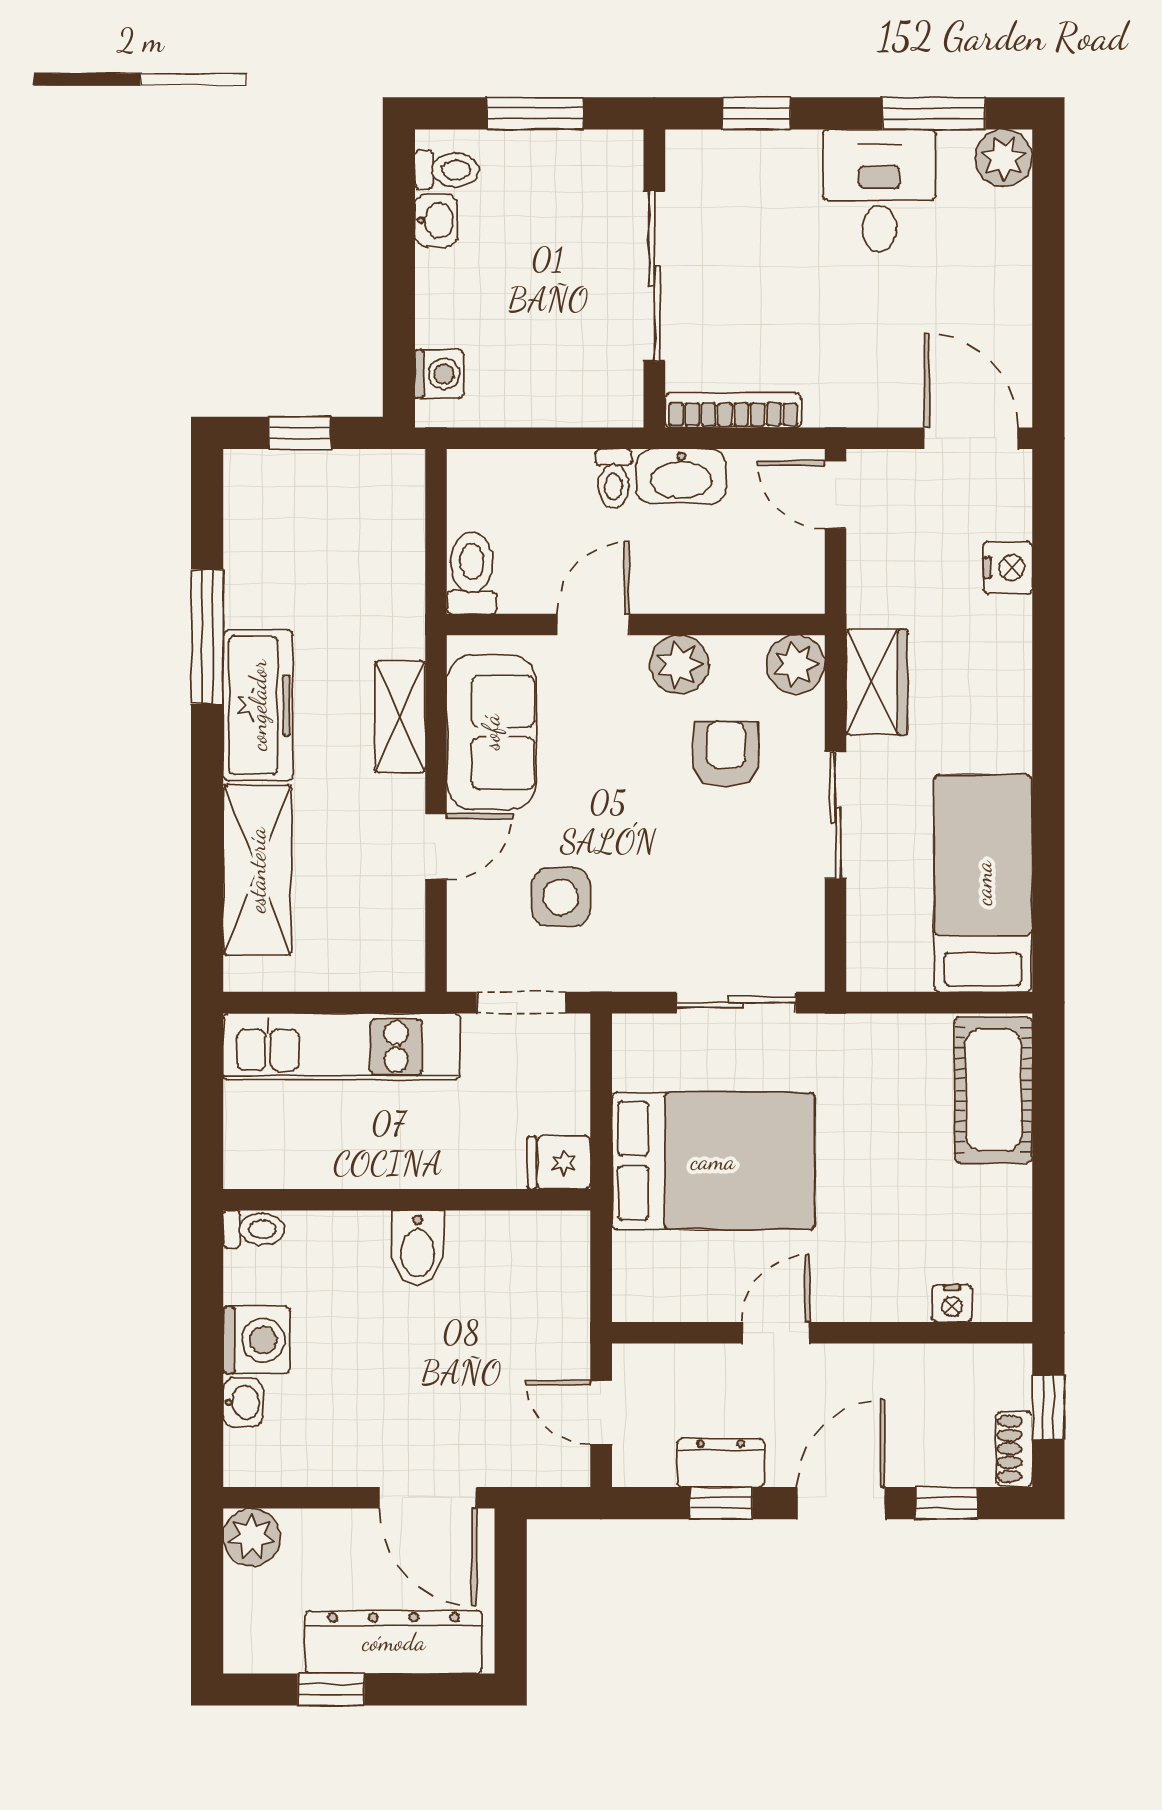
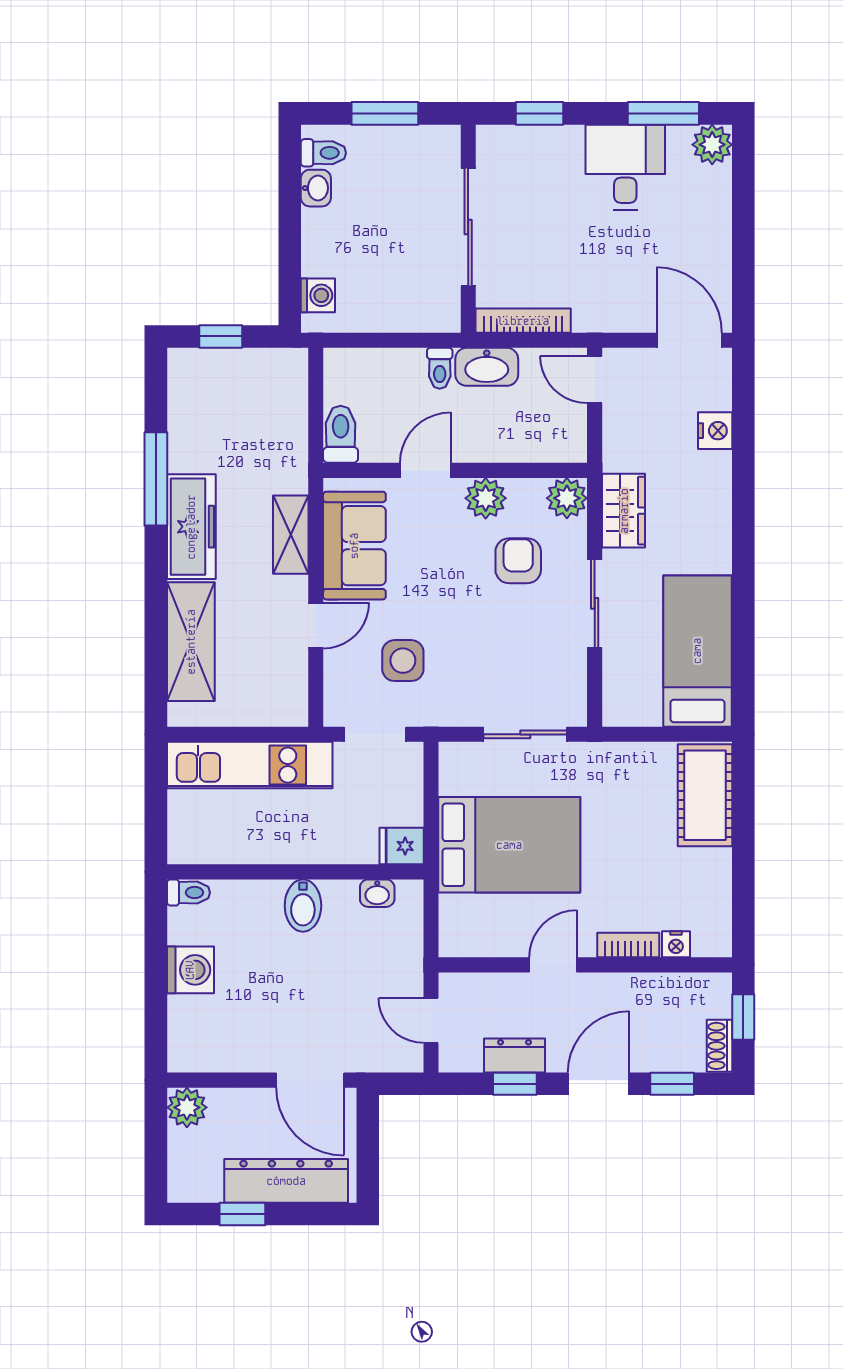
bookcase: (884, 1304) -> (628, 945), added
washbasin: (243, 1402) -> (377, 893), moved, turned 90

